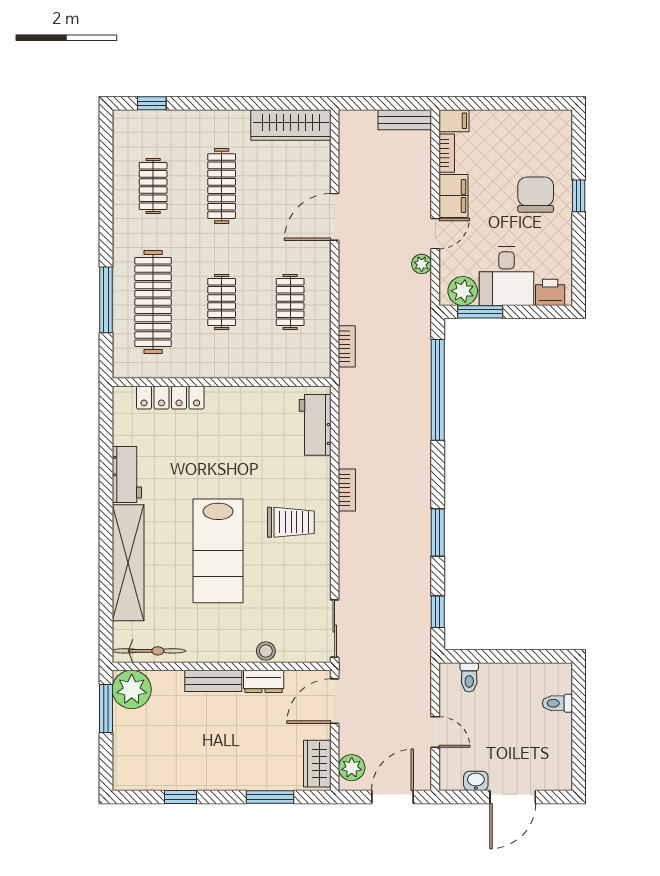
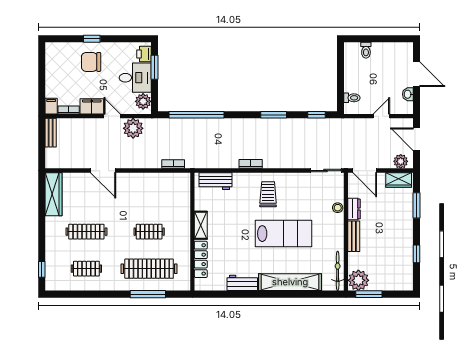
plant: (422, 264) -> (133, 128), width x1.87, depth x1.87
clothes rail: (290, 302) -> (149, 195), removed
window: (480, 312) -> (154, 67), moved
shelving: (233, 398) -> (201, 225), added

